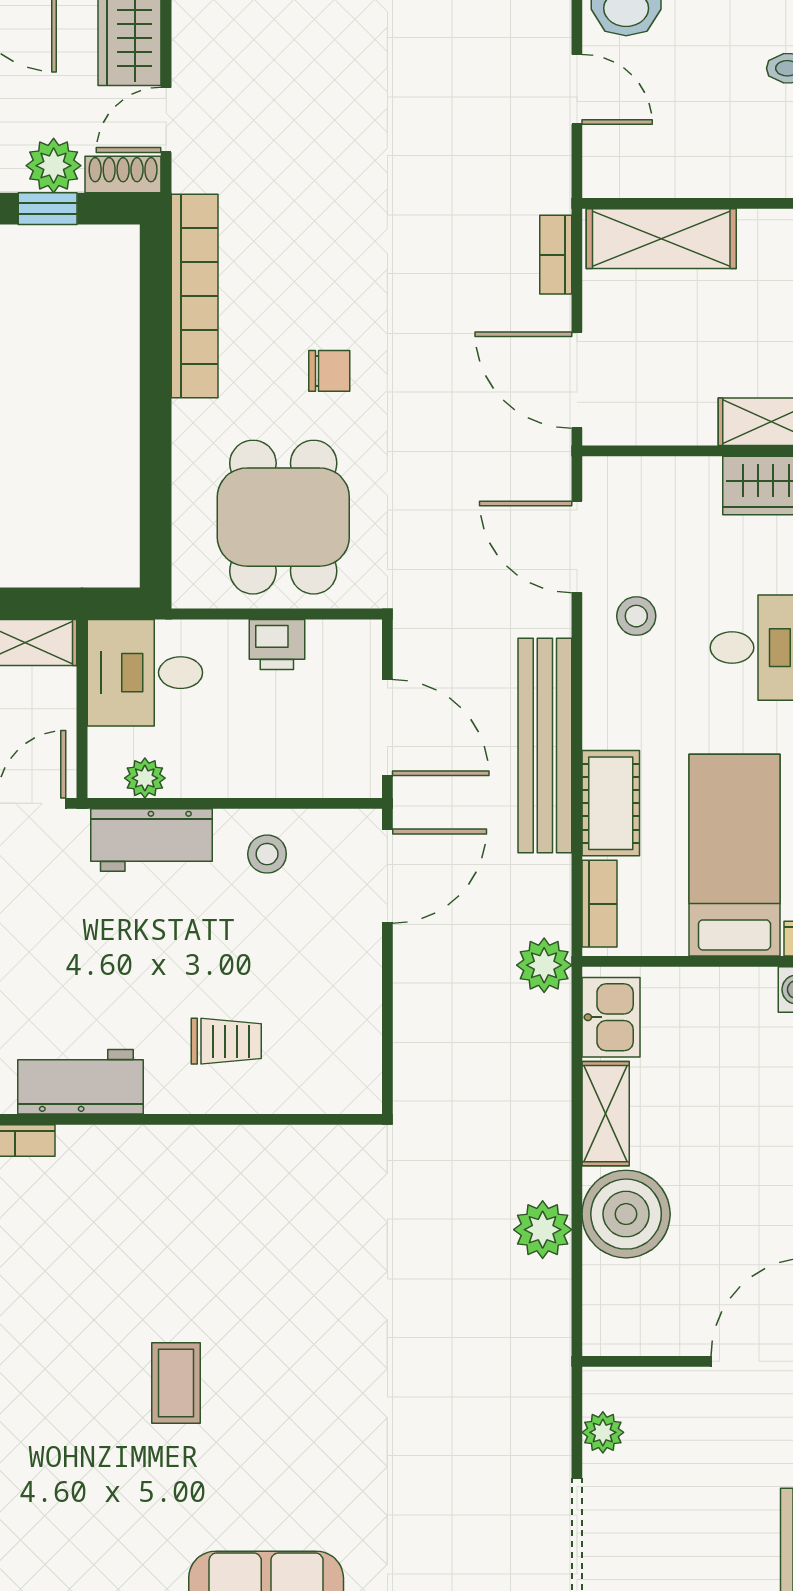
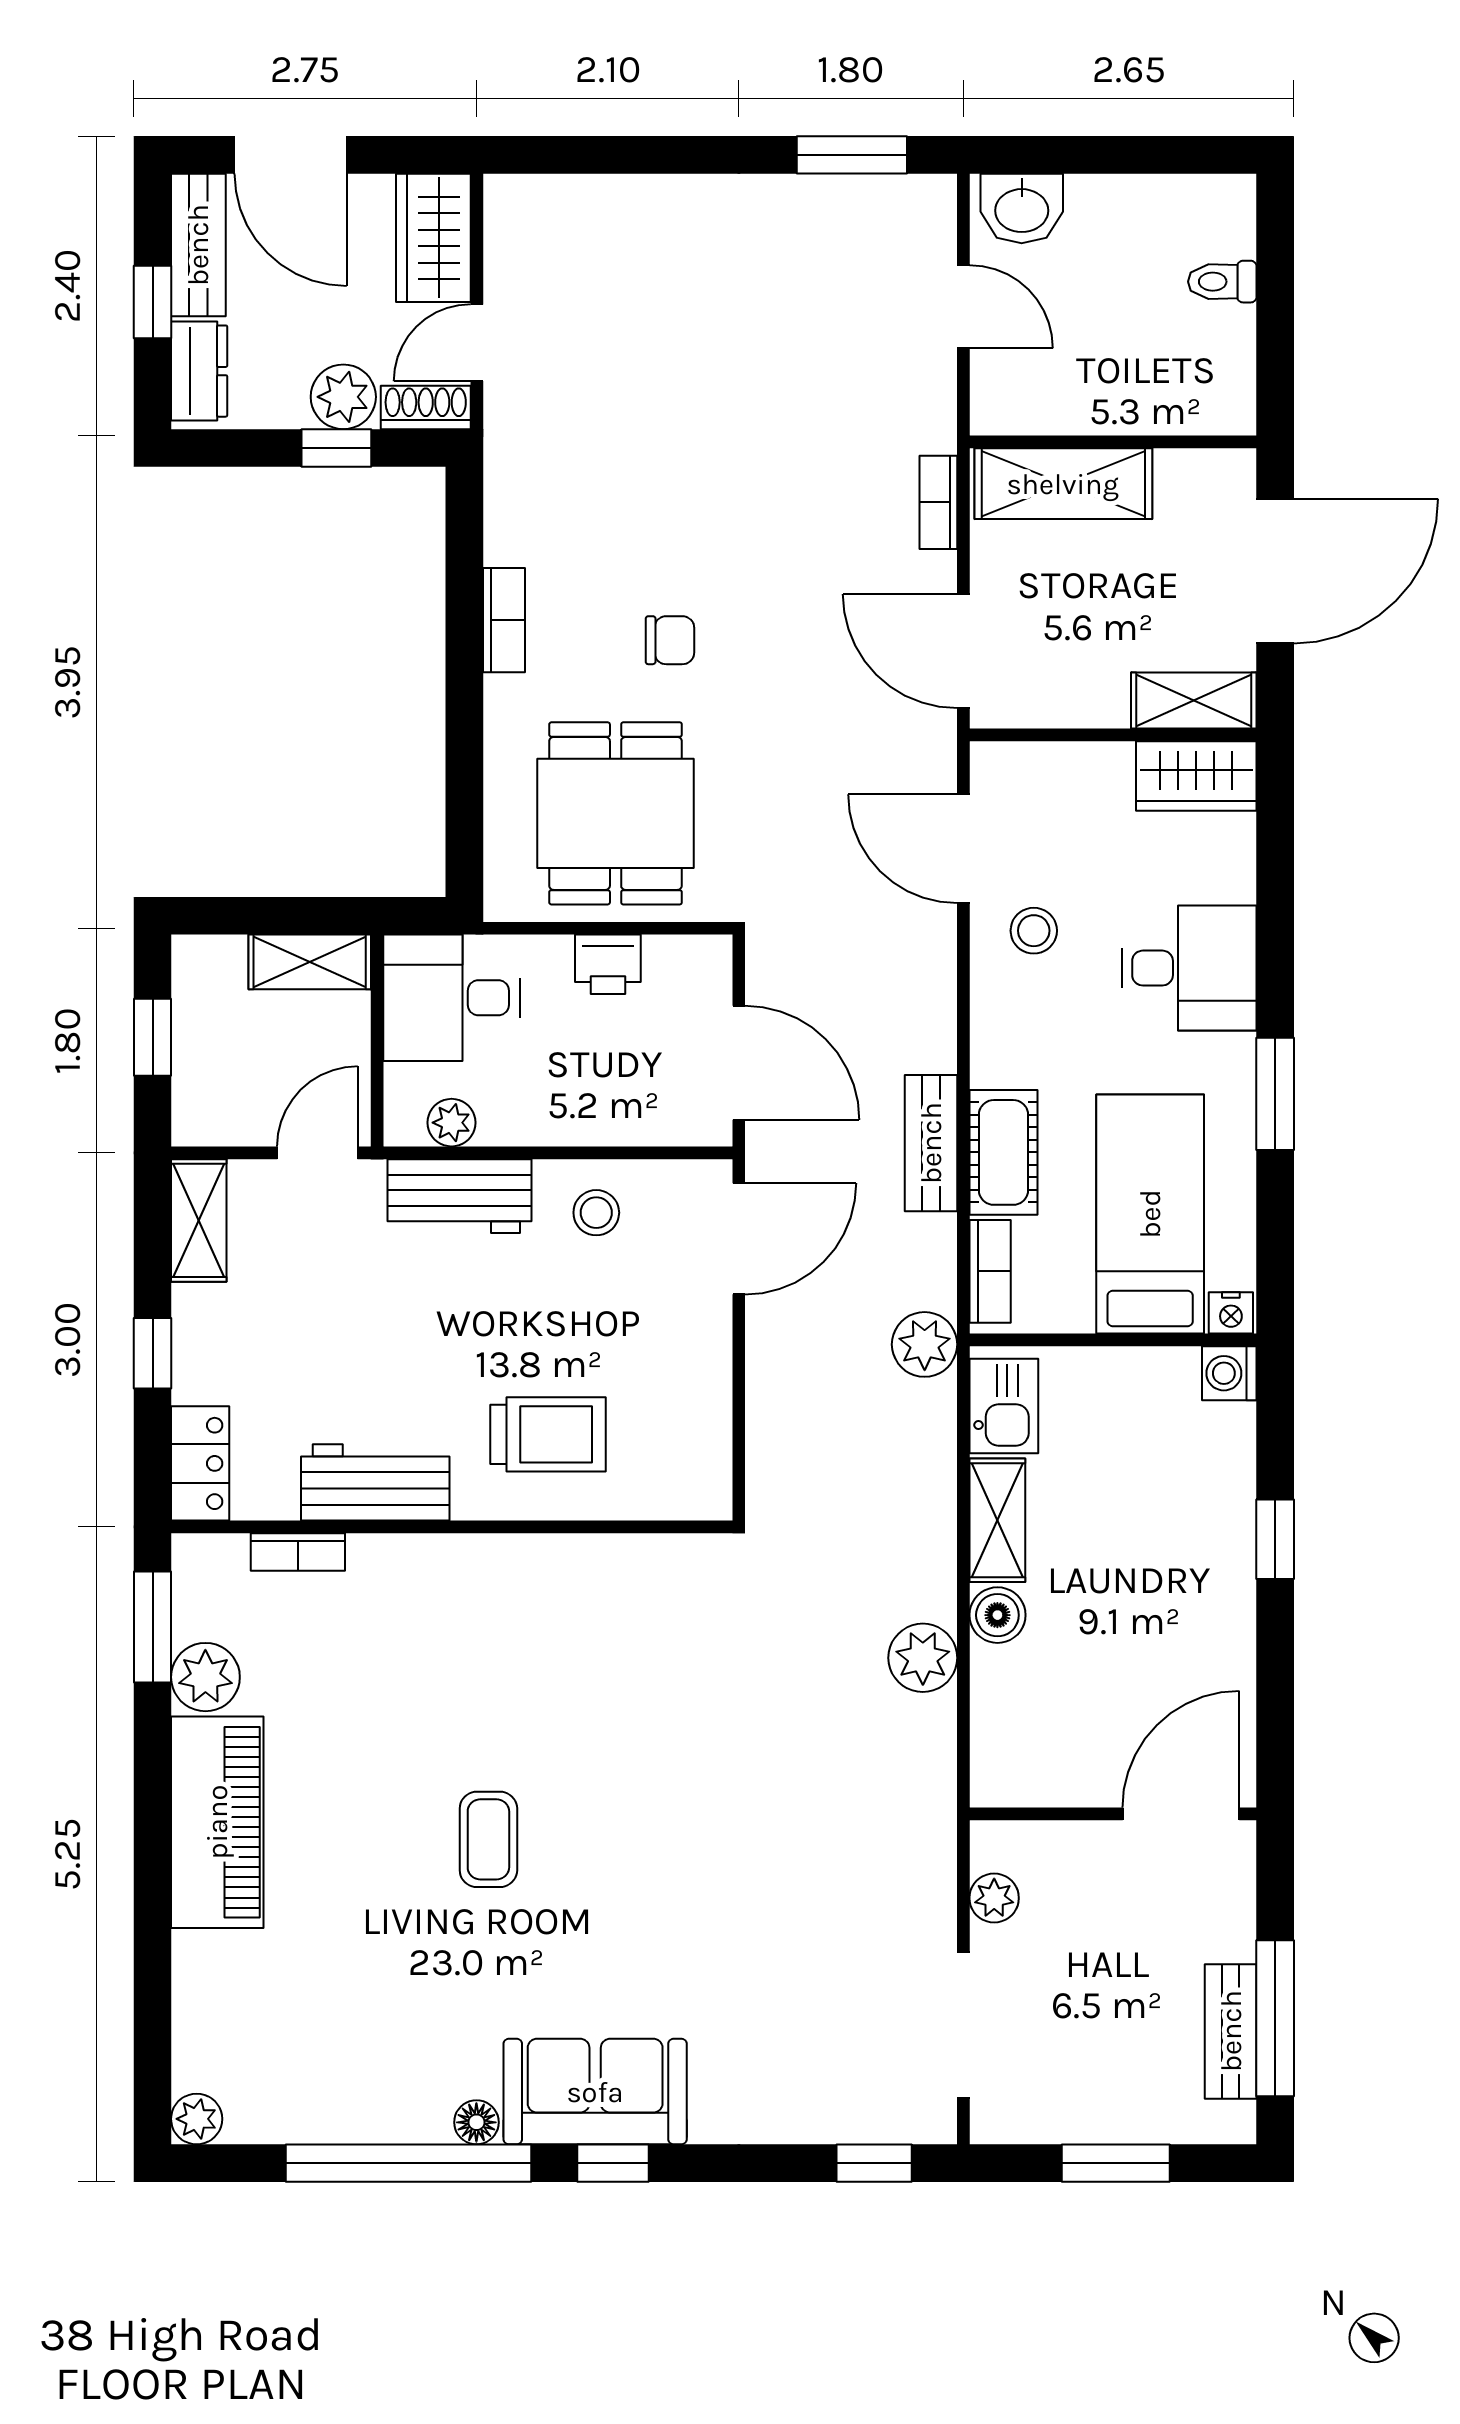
bookcase: (195, 296) -> (504, 620), width x0.43, depth x0.76
bench: (545, 746) -> (931, 1143), width x0.54, depth x0.82
trolley: (226, 1041) -> (548, 1434), width x1.36, depth x1.39
boiler: (626, 1214) -> (997, 1615), width x0.54, depth x0.54

